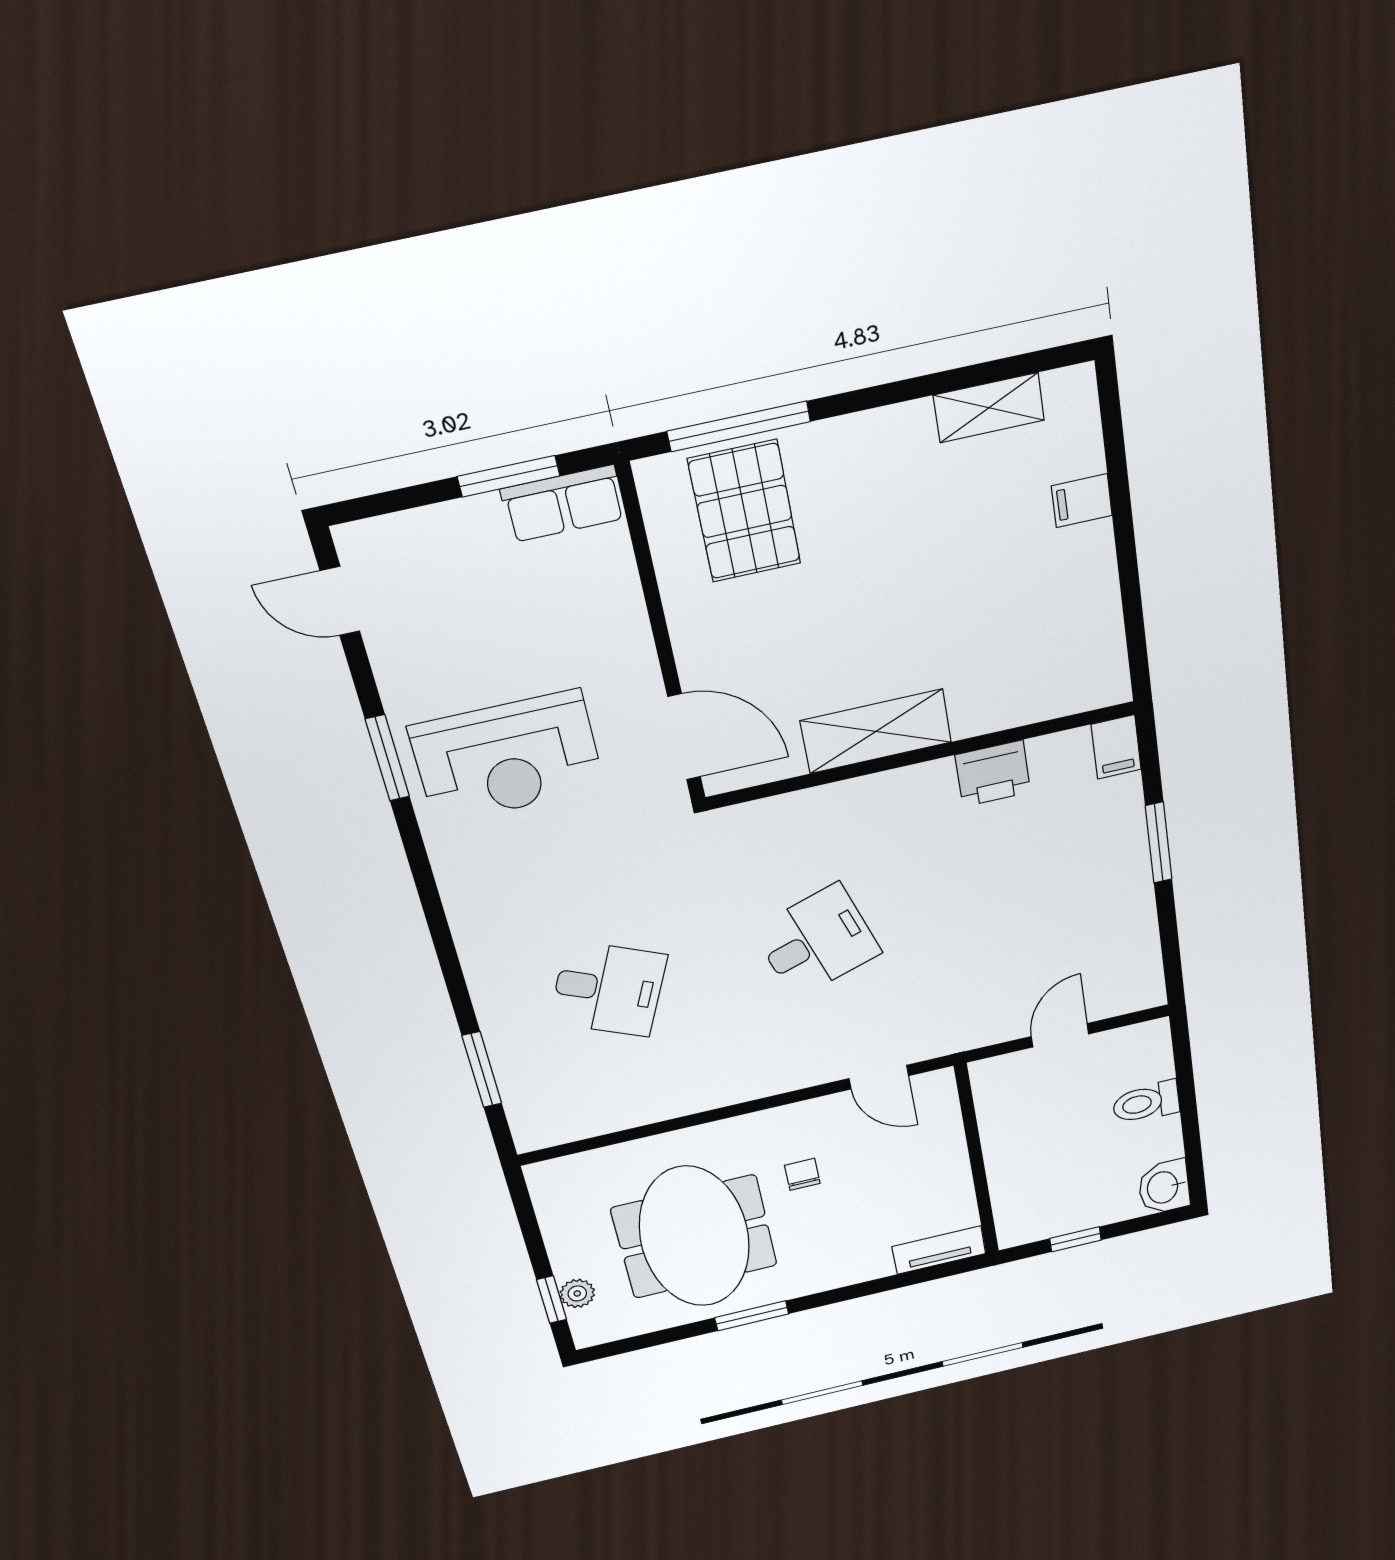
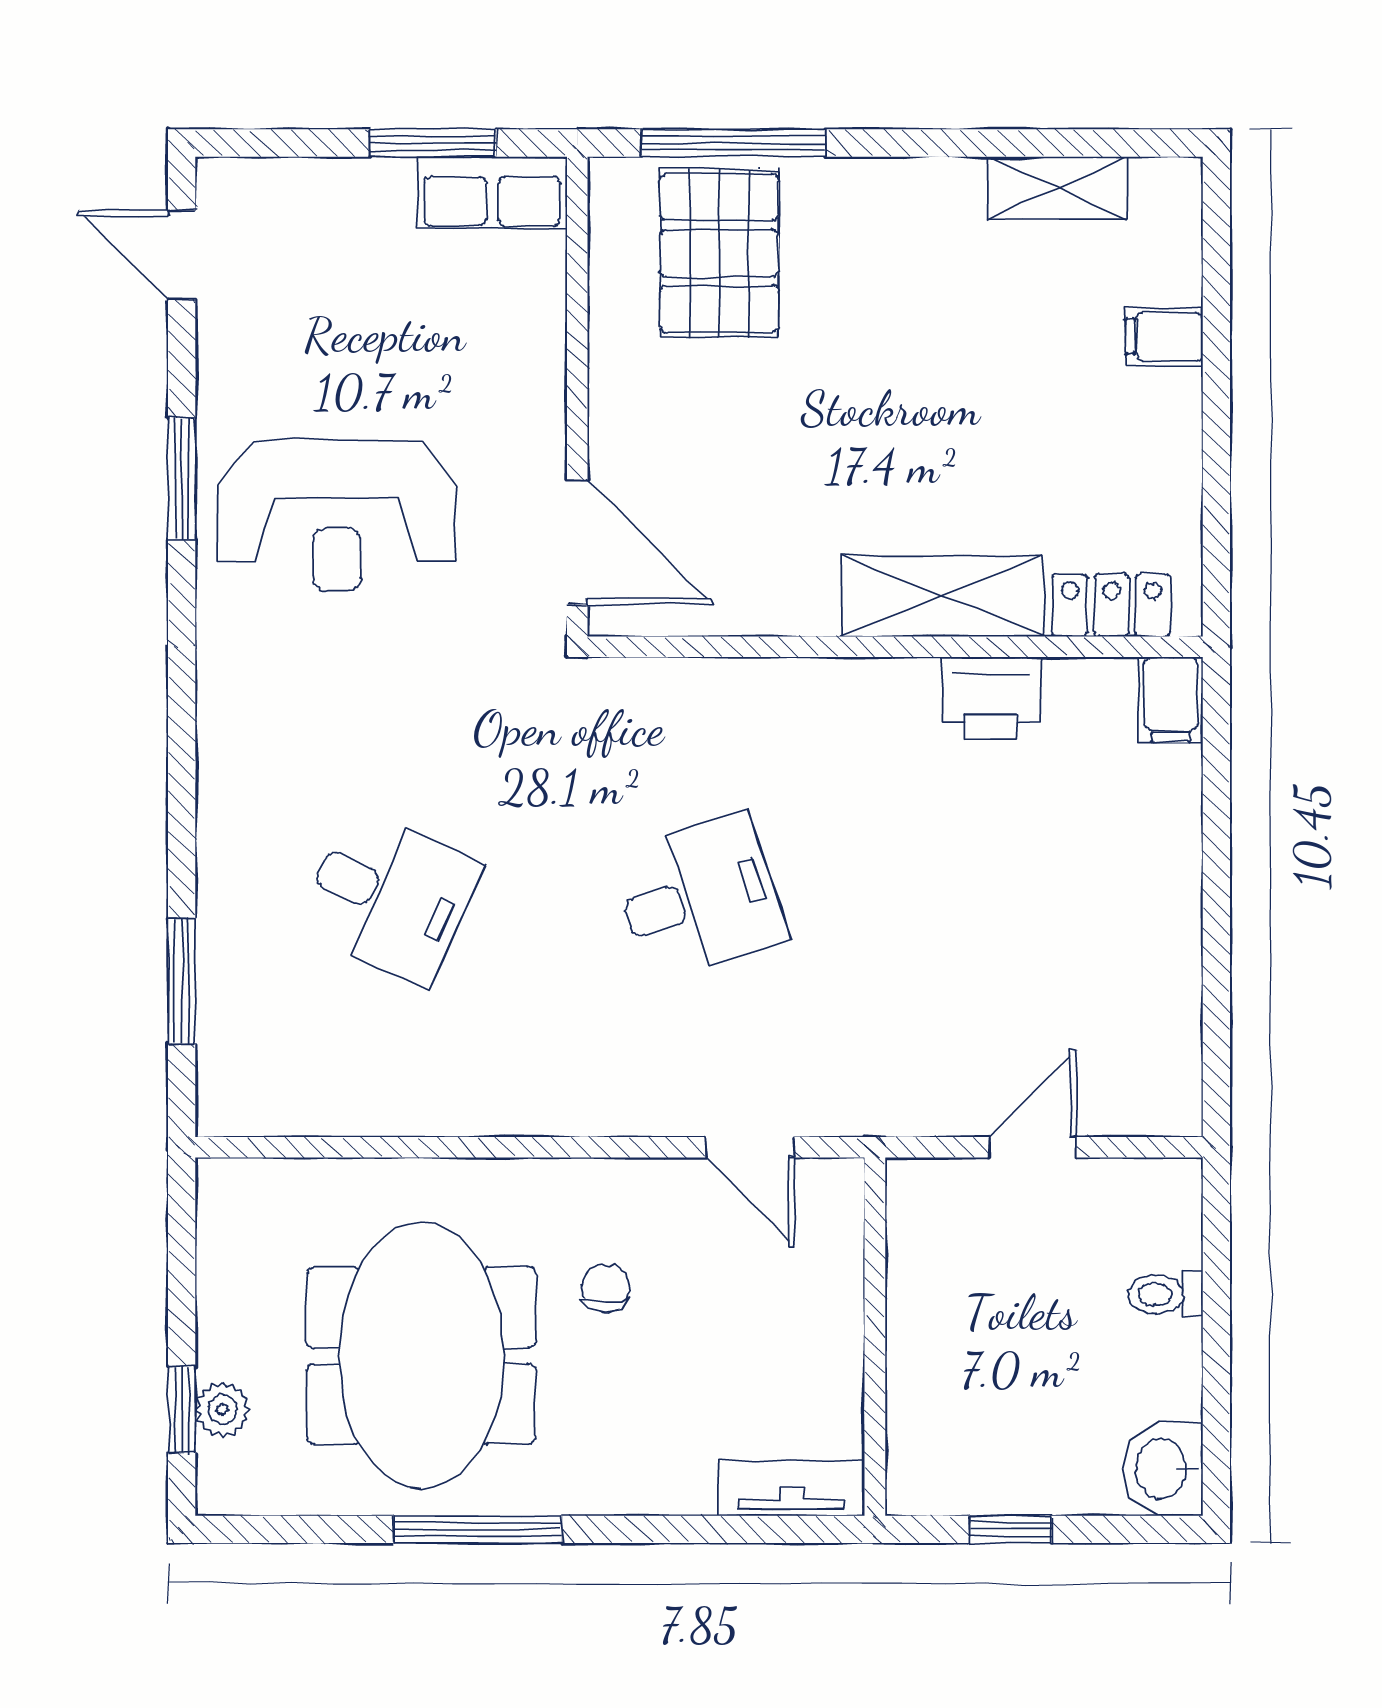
locker: (1067, 695) -> (1111, 605), added
shelving: (876, 731) -> (942, 596), moved
window: (1159, 843) -> (1216, 864), removed
toilet: (1146, 1102) -> (1166, 1294), width x0.73, depth x0.72
window: (752, 1316) -> (478, 1529), width x1.44

